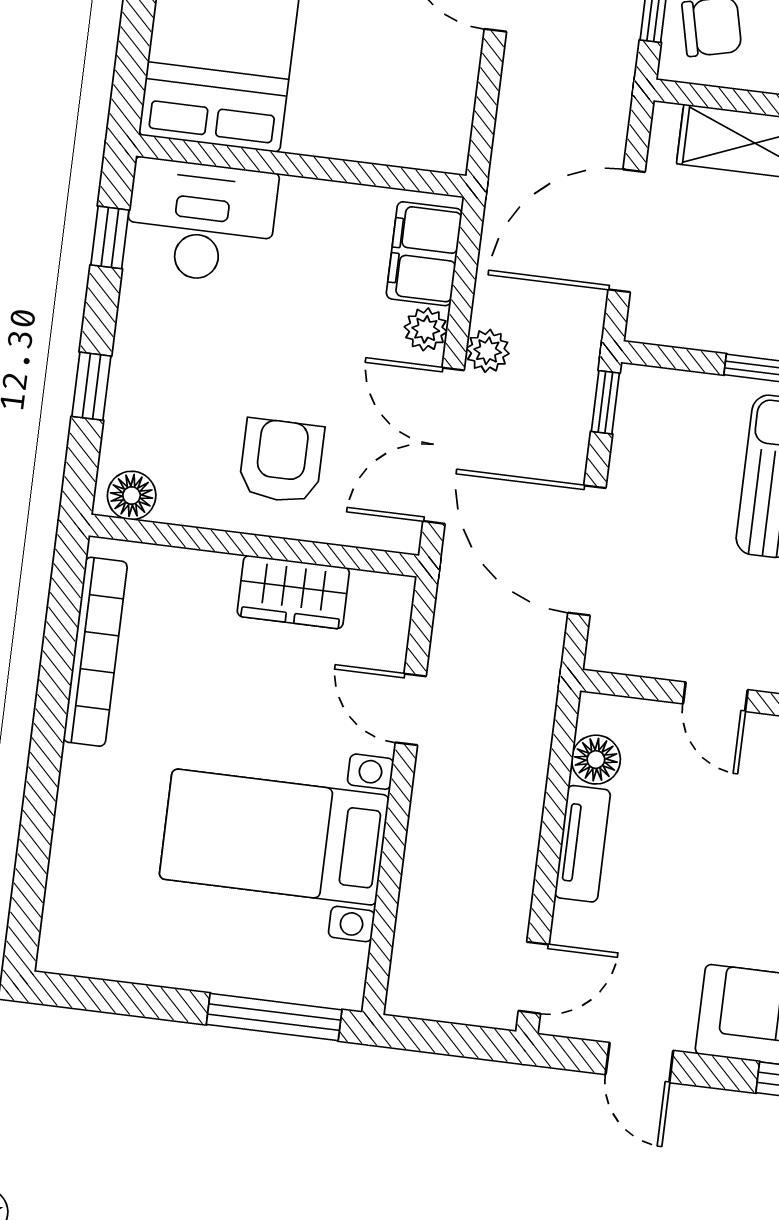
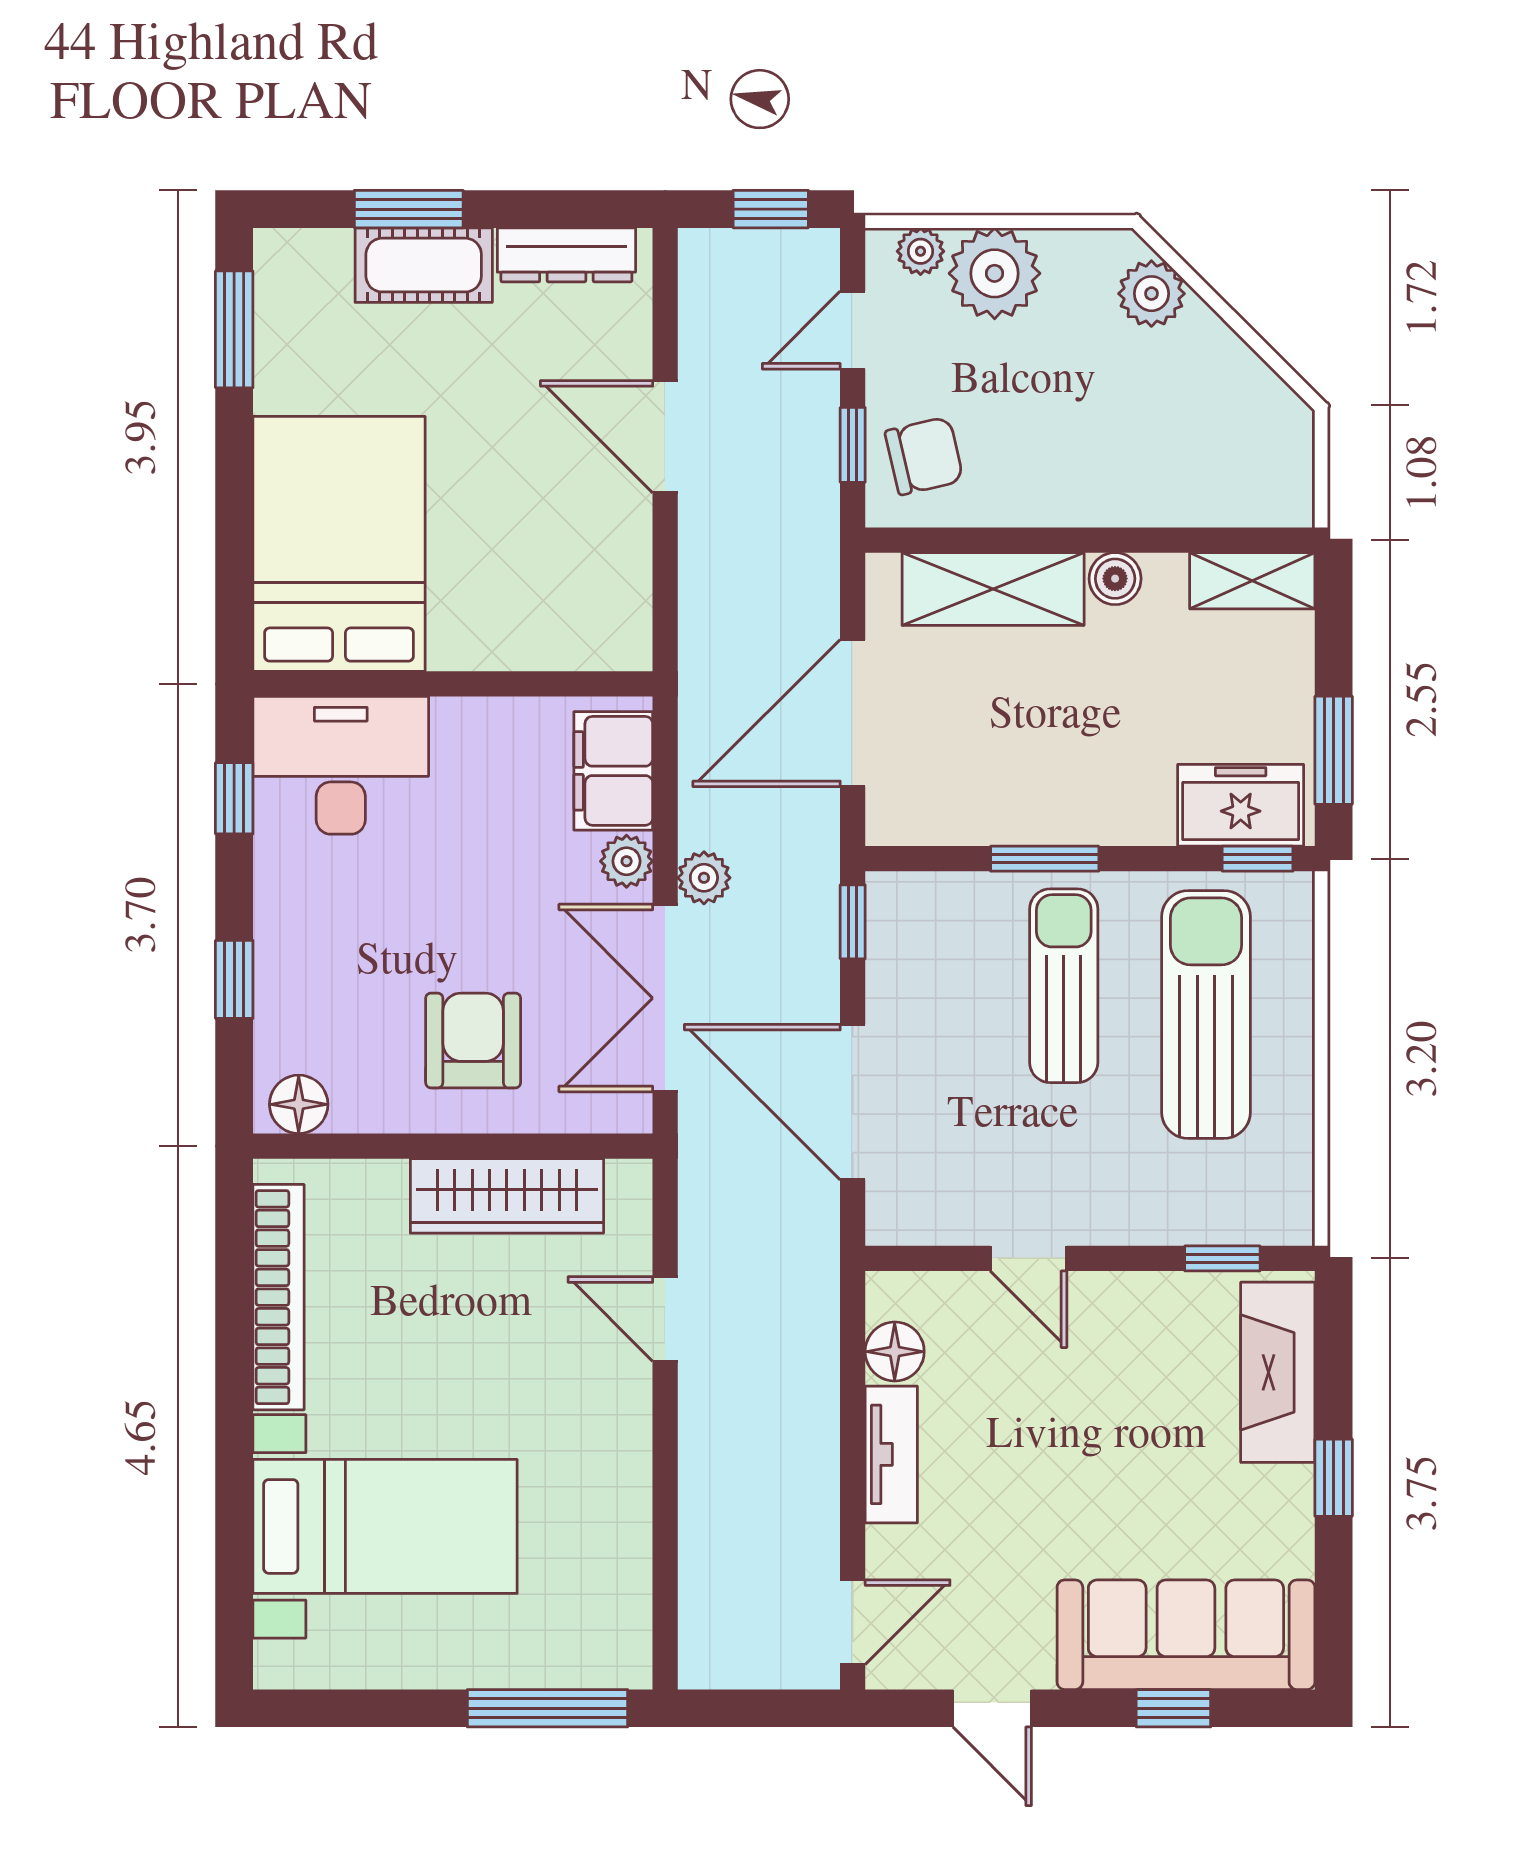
wardrobe: (293, 592) -> (507, 1196), width x1.50
bed with nightstands: (274, 837) -> (385, 1526), moved, turned 180

